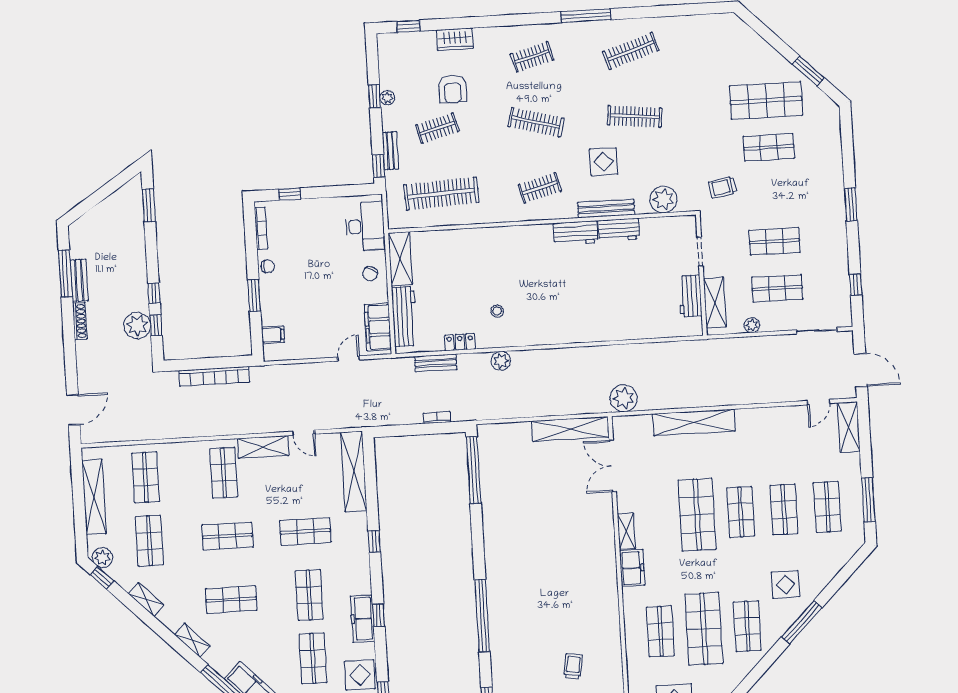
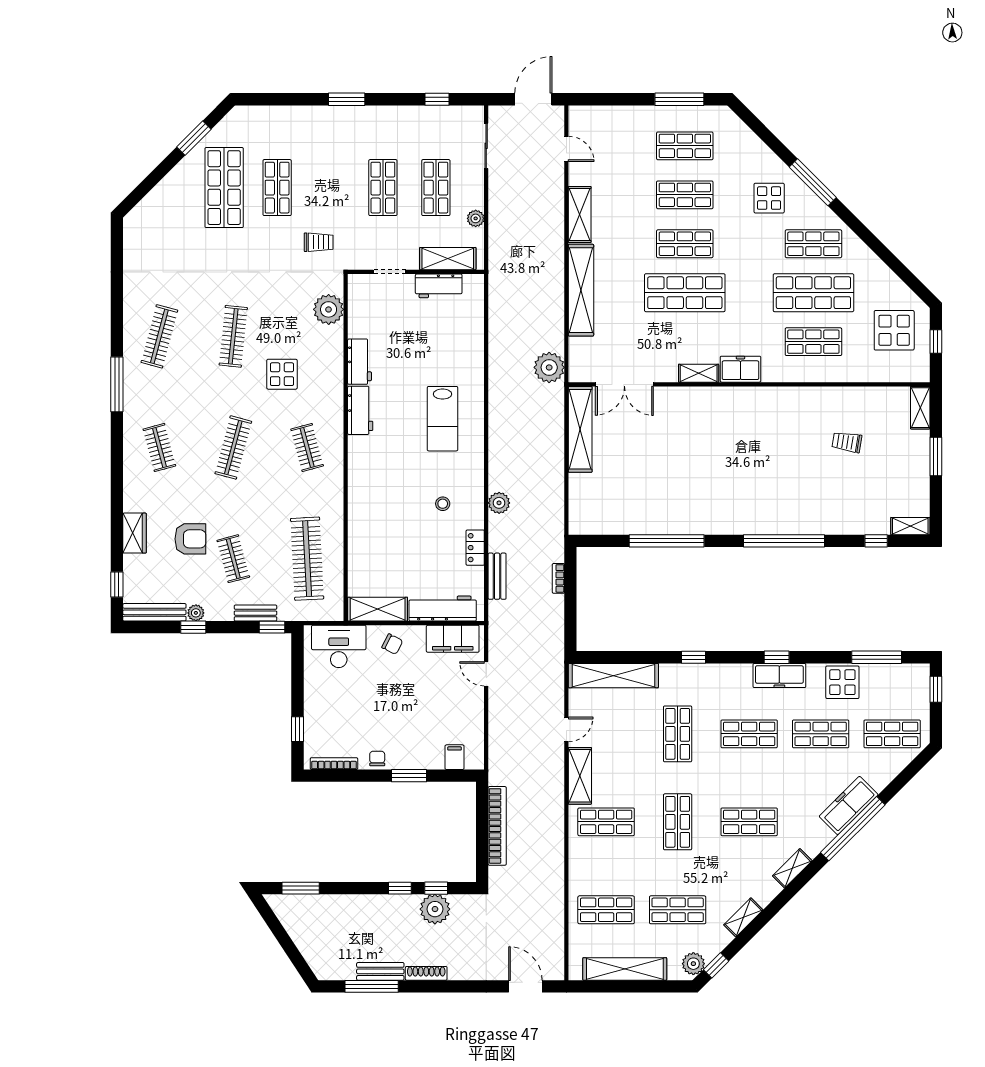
clothes rail: (631, 51) -> (159, 336), turned 33
trolley: (723, 187) -> (319, 242), turned -80
bench: (606, 209) -> (154, 612), moved, turned 90
lab bench: (573, 306) -> (443, 419), added
shelving: (849, 427) -> (580, 214), moved, turned 90
window: (474, 470) -> (667, 541), moved
shop shelf: (231, 600) -> (749, 822), turned 90

